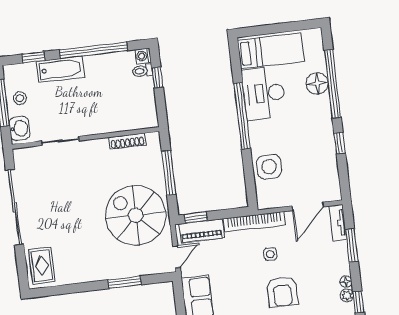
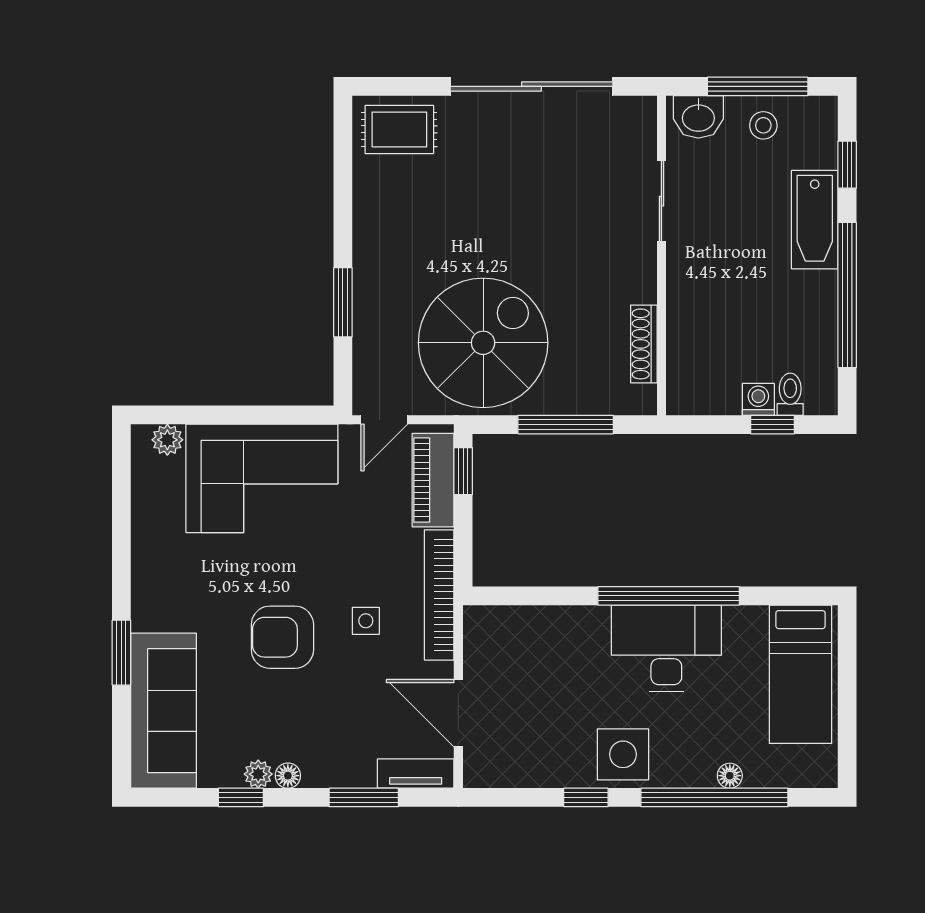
washing machine: (143, 56) -> (758, 399), moved
floor lamp: (317, 84) -> (730, 776), width x0.53, depth x0.53
desk: (264, 93) -> (666, 648), moved
side table: (269, 167) -> (623, 754), moved
door: (176, 257) -> (384, 420), hinge flipped

